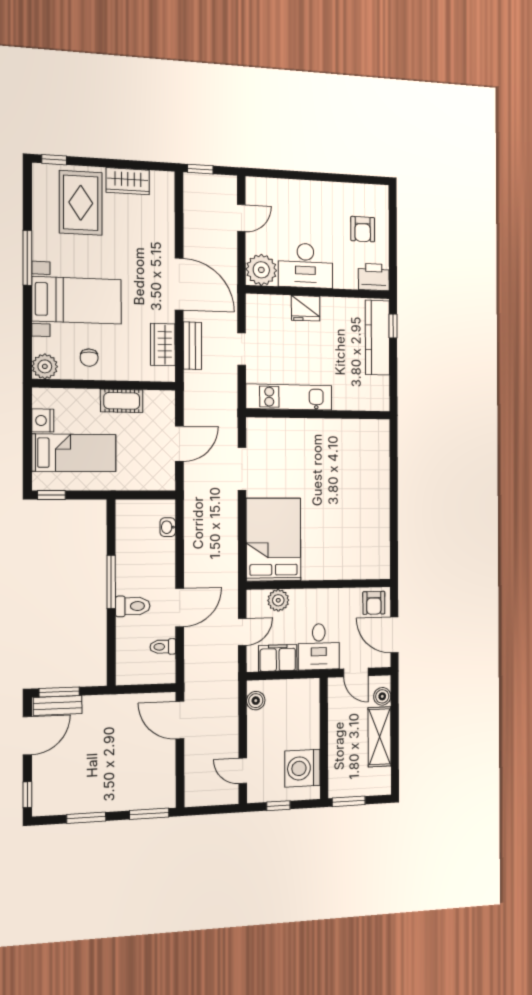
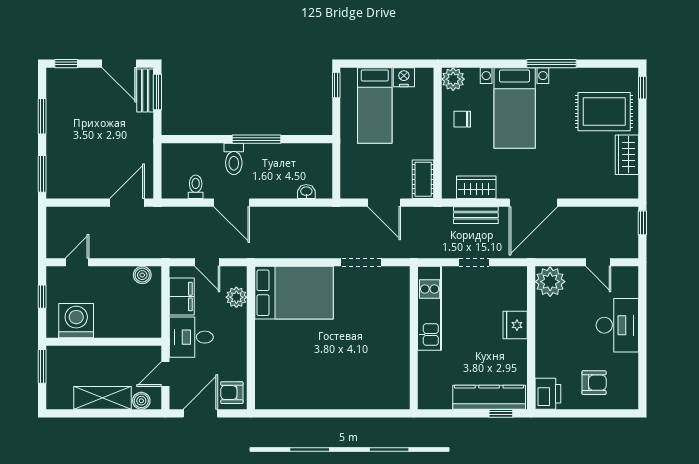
armchair: (363, 229) -> (594, 383), turned 180
desk: (305, 266) -> (617, 325), moved, turned 180
cot: (122, 401) -> (423, 179), moved

